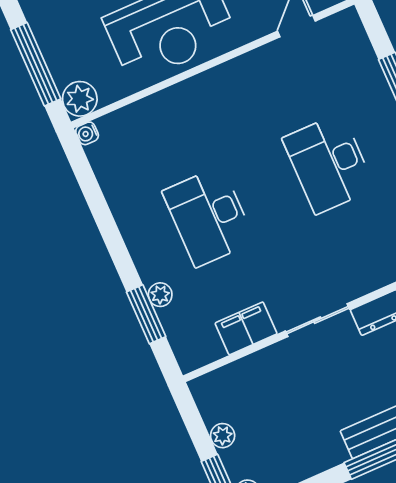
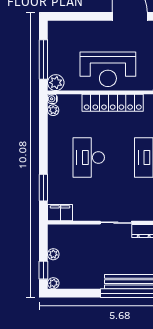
locker: (208, 89) -> (113, 103), added
plant: (160, 295) -> (53, 110), moved
filing cabinet: (246, 328) -> (60, 213), moved

